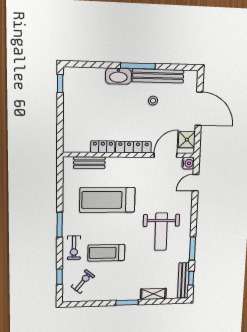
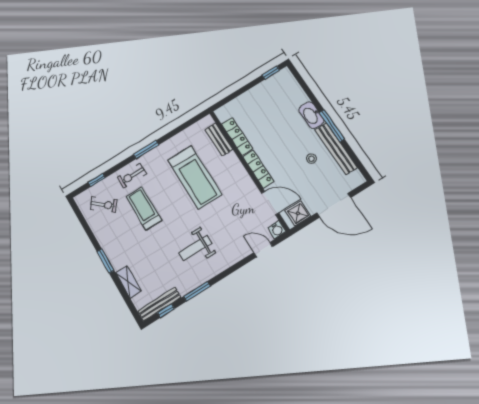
door: (199, 109) -> (334, 205), hinge flipped
locker: (103, 147) -> (237, 136), width x1.53
treadmill: (107, 200) -> (195, 177), turned 180
weight bench: (161, 232) -> (195, 248), width x0.73, depth x0.75

